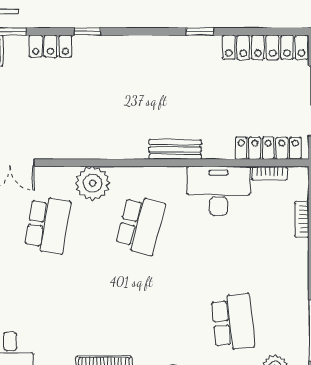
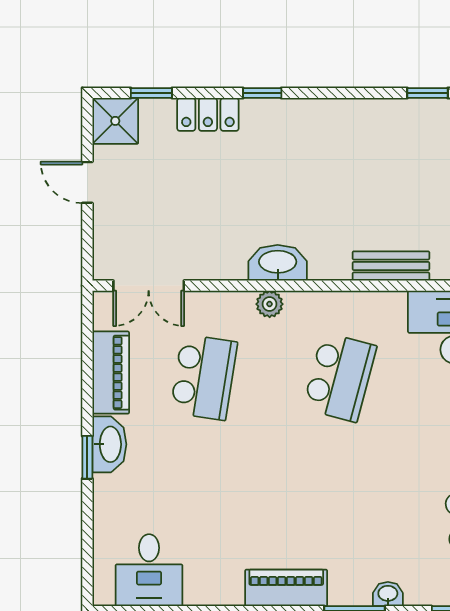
washbasin: (98, 147) -> (278, 263), added
plant: (93, 183) -> (270, 304), width x0.53, depth x0.53

